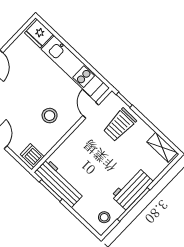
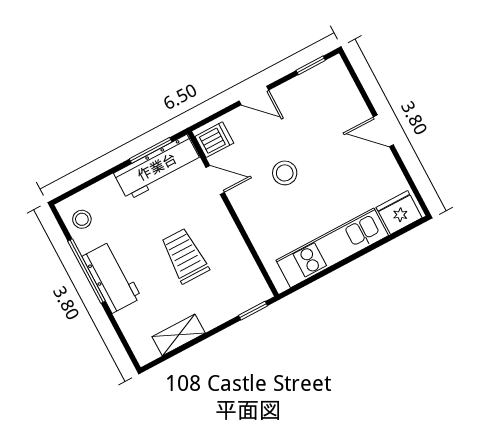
door: (91, 110) -> (215, 180), moved
stool: (50, 116) -> (285, 173), moved
trolley: (120, 125) -> (185, 256), moved
shelving: (162, 147) -> (179, 335), moved

